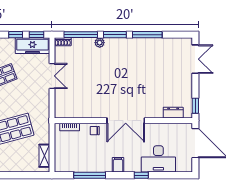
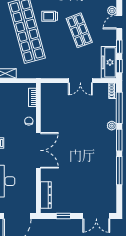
window: (195, 106) -> (63, 216), moved
dresser: (173, 113) -> (46, 195), width x1.44
double door: (126, 121) -> (38, 150), swing flipped

